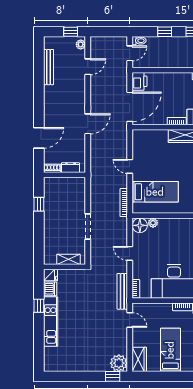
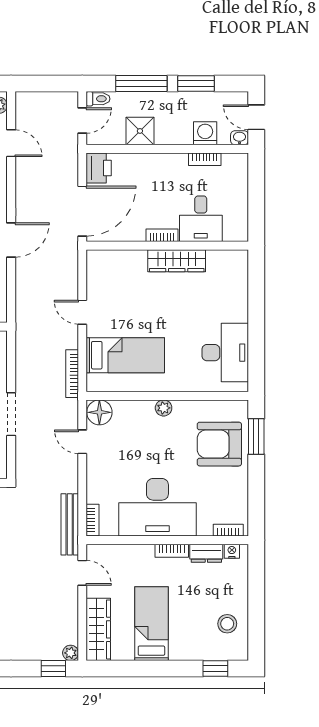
window: (165, 32) -> (141, 84), width x2.17
shower: (164, 60) -> (140, 131), added
door: (88, 67) -> (11, 143), hinge flipped
plant: (153, 223) -> (164, 408), moved
door: (130, 253) -> (82, 442), moved
wardrobe: (139, 359) -> (98, 629), width x1.50
plant: (119, 363) -> (71, 653), width x0.53, depth x0.53

